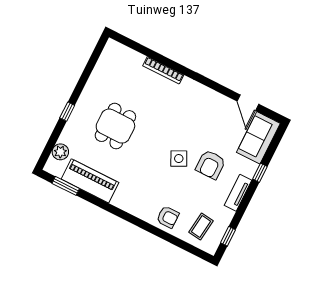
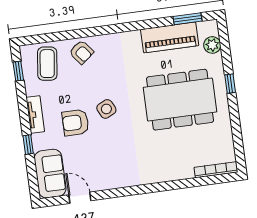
bookcase: (163, 70) -> (216, 170), moved
dining table: (115, 126) -> (180, 100), width x1.88, depth x1.24
armchair: (211, 165) -> (75, 123), turned -90
armchair: (168, 217) -> (81, 52), turned -128
coffee table: (201, 226) -> (47, 64), width x1.36, depth x1.30

